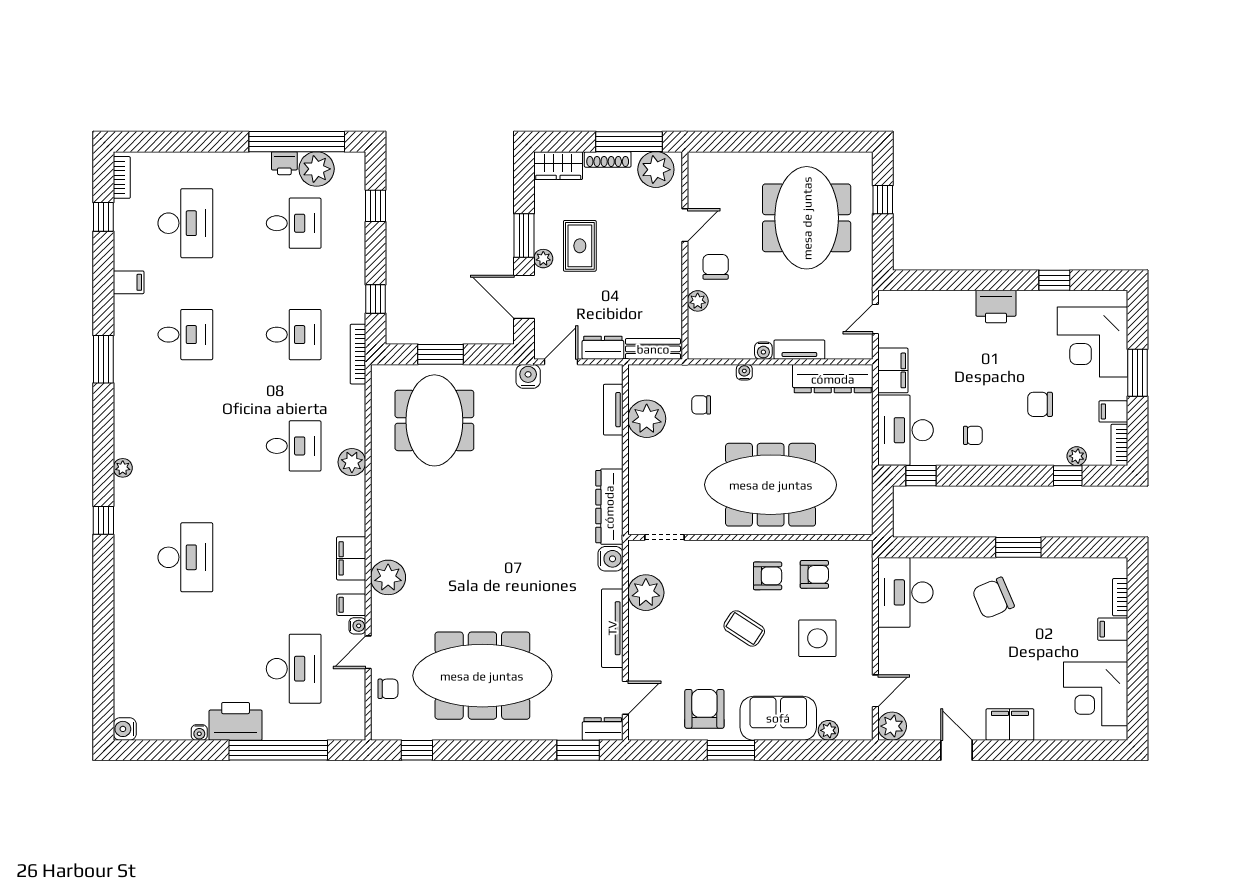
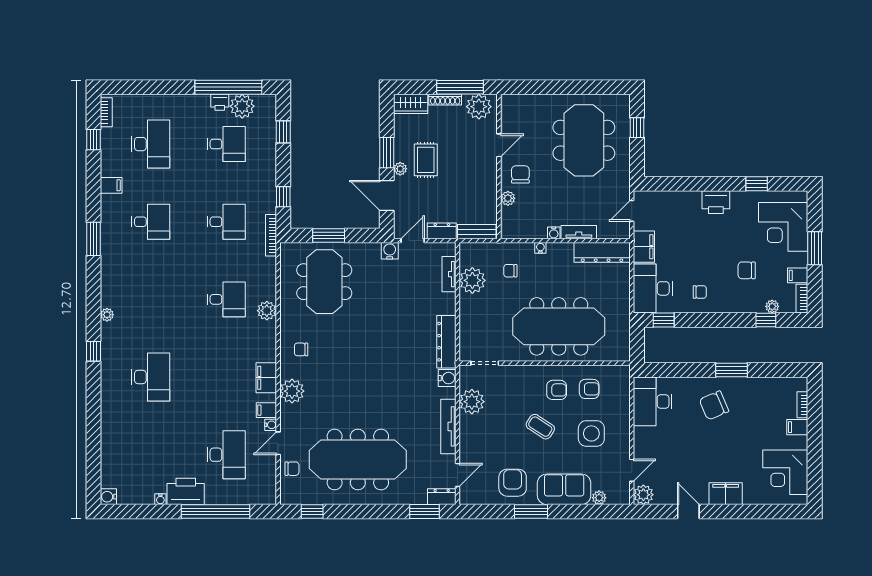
chair: (401, 518) -> (301, 349), added

